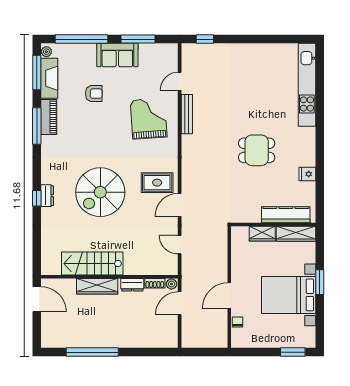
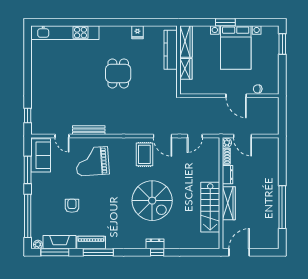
sofa: (117, 55) -> (41, 155), moved

